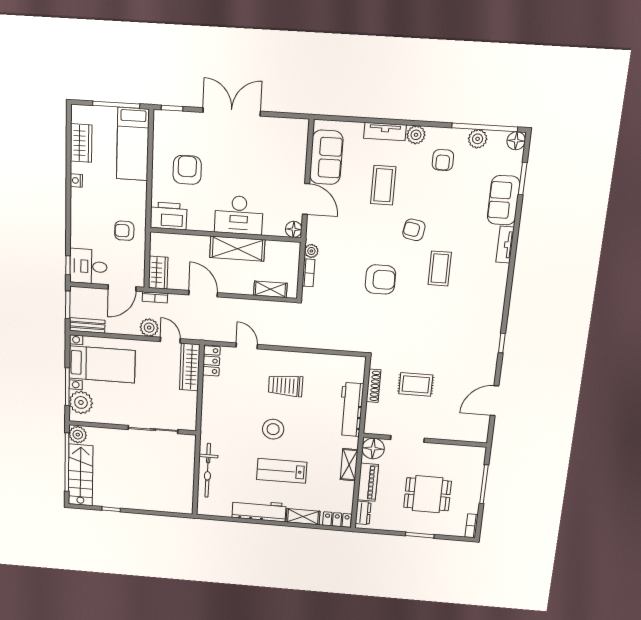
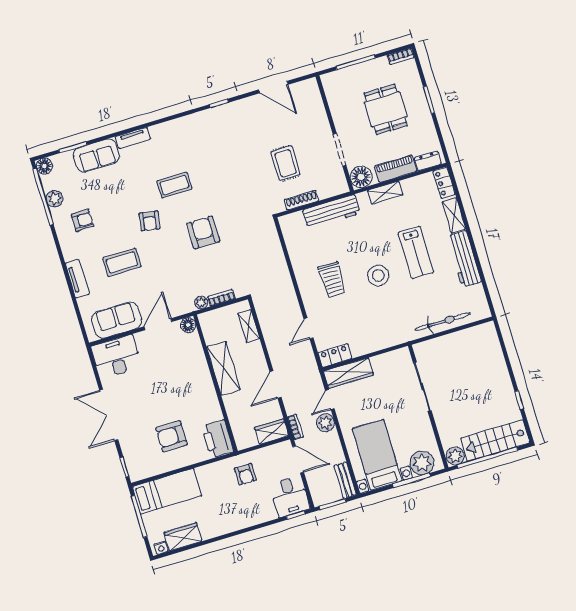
plant: (416, 135) -> (70, 252), removed
nightstand: (76, 180) -> (161, 548), moved
desk: (239, 215) -> (116, 357), moved, turned -90

